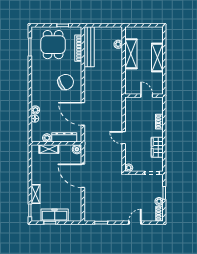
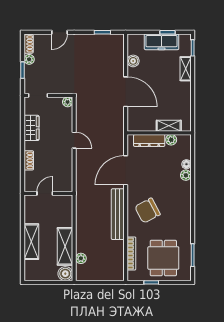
boiler: (130, 32) -> (65, 274), added
bench: (89, 47) -> (118, 214), moved
door: (147, 96) -> (45, 193), swing flipped
door: (83, 114) -> (126, 170), swing flipped
boiler: (77, 149) -> (133, 61), moved

